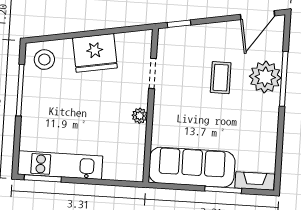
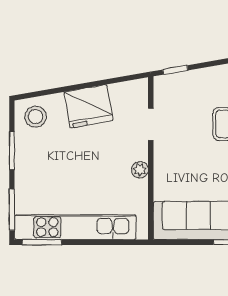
window: (20, 90) -> (12, 151), width x0.69
window: (17, 146) -> (12, 210), added
kitchen unit: (60, 165) -> (75, 227), width x1.36

